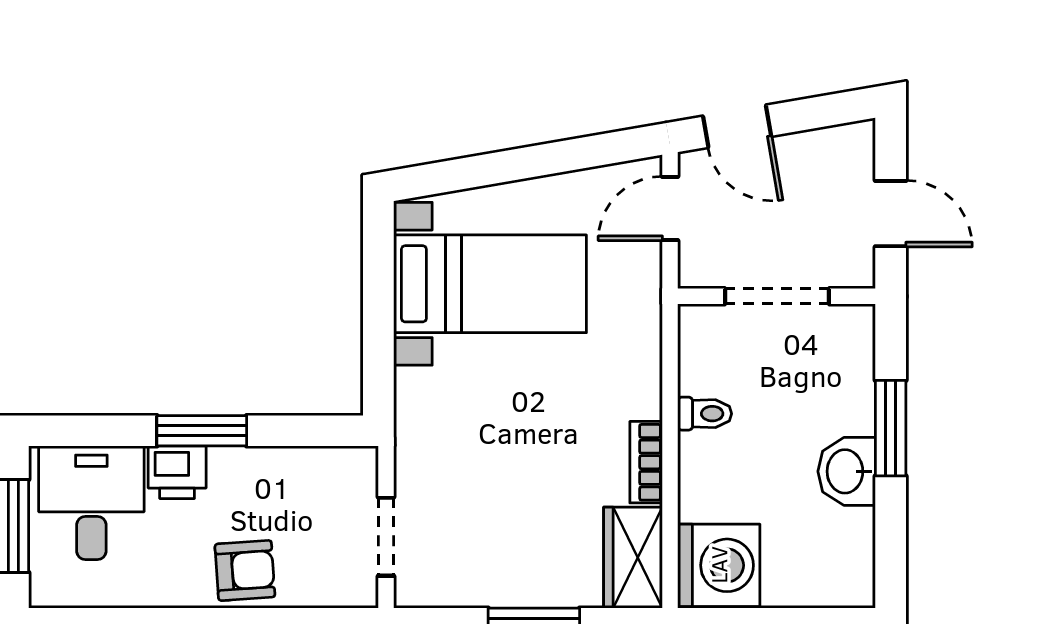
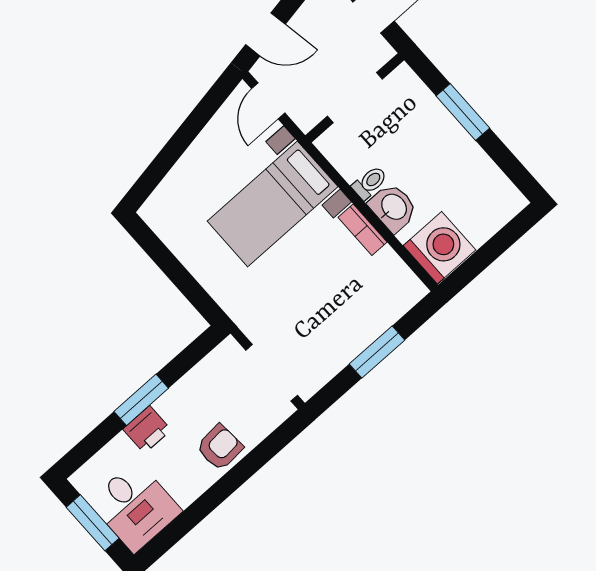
bed with nightstands: (490, 284) -> (273, 204), moved, turned 180
washbasin: (847, 471) -> (393, 207), moved, turned 180
desk: (91, 503) -> (135, 506), moved, turned 180
doorway: (386, 537) -> (272, 373), width x1.38
wardrobe: (633, 558) -> (396, 280), removed

